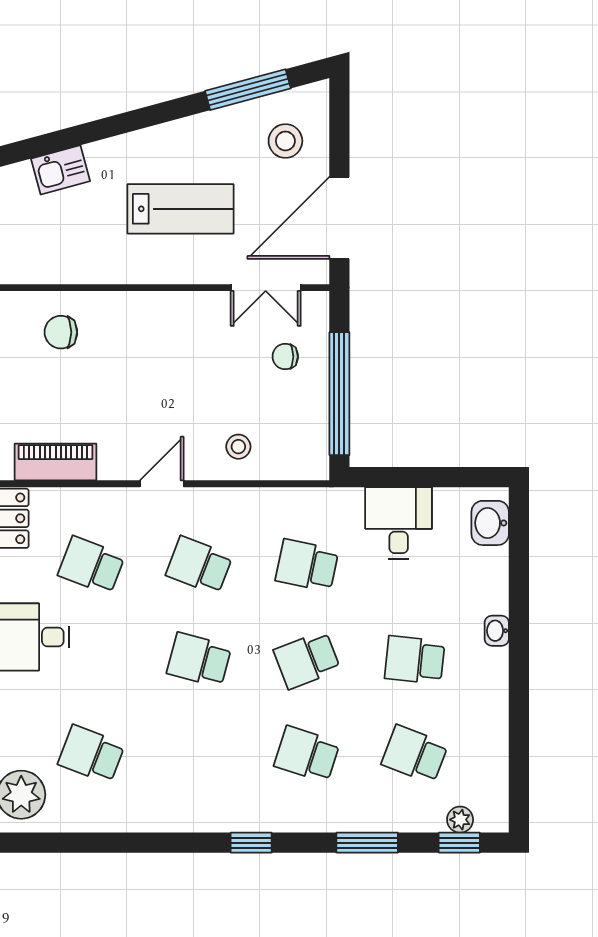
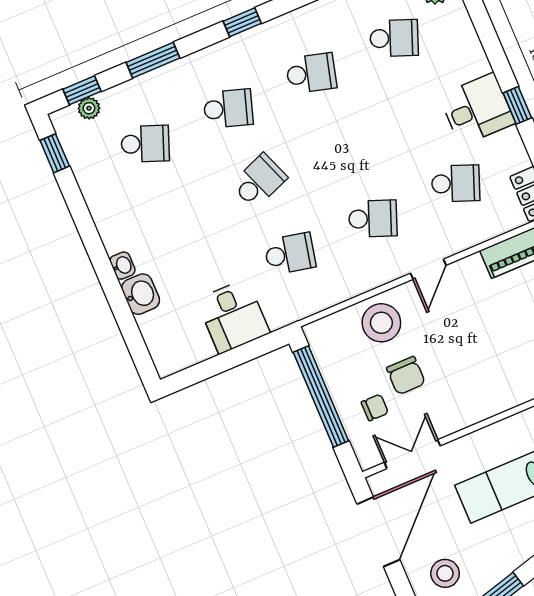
chair: (236, 377) -> (406, 376), added
stool: (238, 447) -> (381, 323), width x1.89, depth x1.89
washbasin: (490, 523) -> (141, 294), moved
school desk: (199, 660) -> (311, 73), moved
school desk: (415, 660) -> (176, 216), removed
window: (519, 786) -> (55, 153), added

